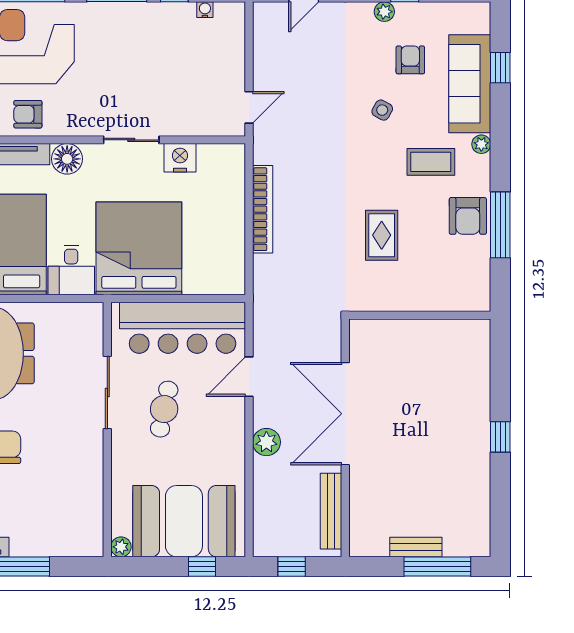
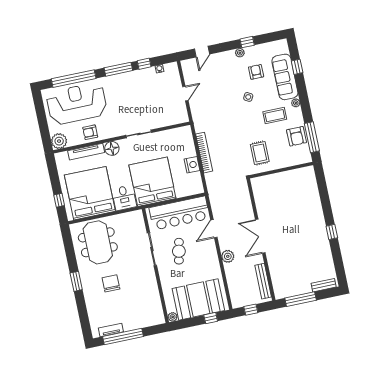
door: (249, 107) -> (185, 94), moved
nightstand: (180, 158) -> (192, 165), moved, turned 90
wall: (420, 315) -> (281, 170), moved
double door: (345, 414) -> (260, 236), width x0.73
bench: (416, 547) -> (324, 285), moved
window: (437, 567) -> (301, 299), moved

